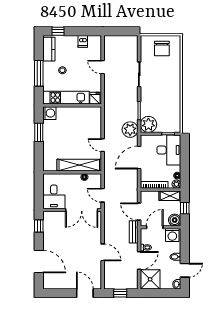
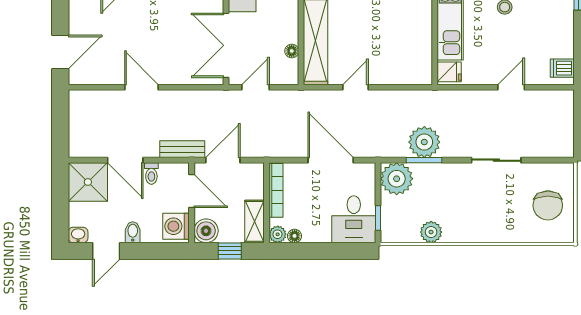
dishwasher: (83, 41) -> (562, 68), moved
chair: (162, 49) -> (548, 205), turned -90
plant: (175, 107) -> (431, 232), added
plant: (130, 130) -> (424, 142), moved
desk: (169, 150) -> (354, 219), width x0.73
door: (103, 252) -> (142, 87), swing flipped
door: (185, 270) -> (106, 251), hinge flipped
window: (120, 293) -> (60, 122), removed

